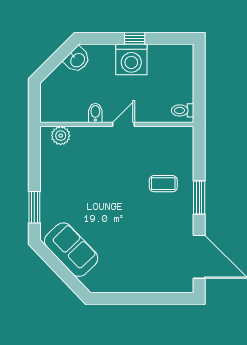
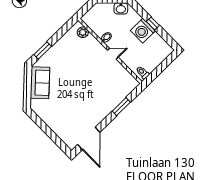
coffee table: (163, 184) -> (104, 94), removed
window: (199, 198) -> (121, 107), moved

